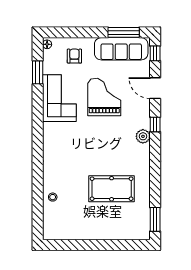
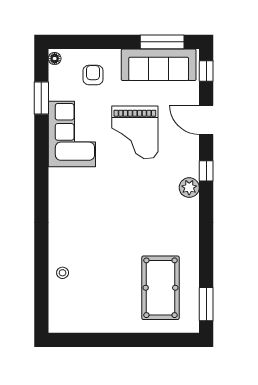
grand piano: (104, 97) -> (135, 132), turned 180
pool table: (112, 189) -> (160, 288), moved, turned 90

